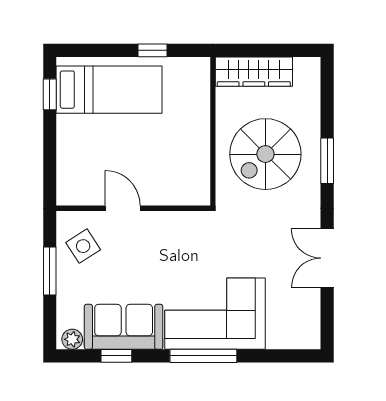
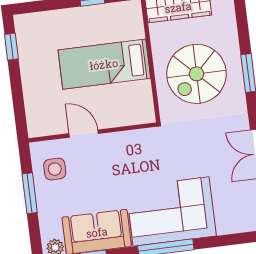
bed: (109, 90) -> (104, 64), moved, turned 180
side table: (83, 246) -> (55, 169), turned 33

